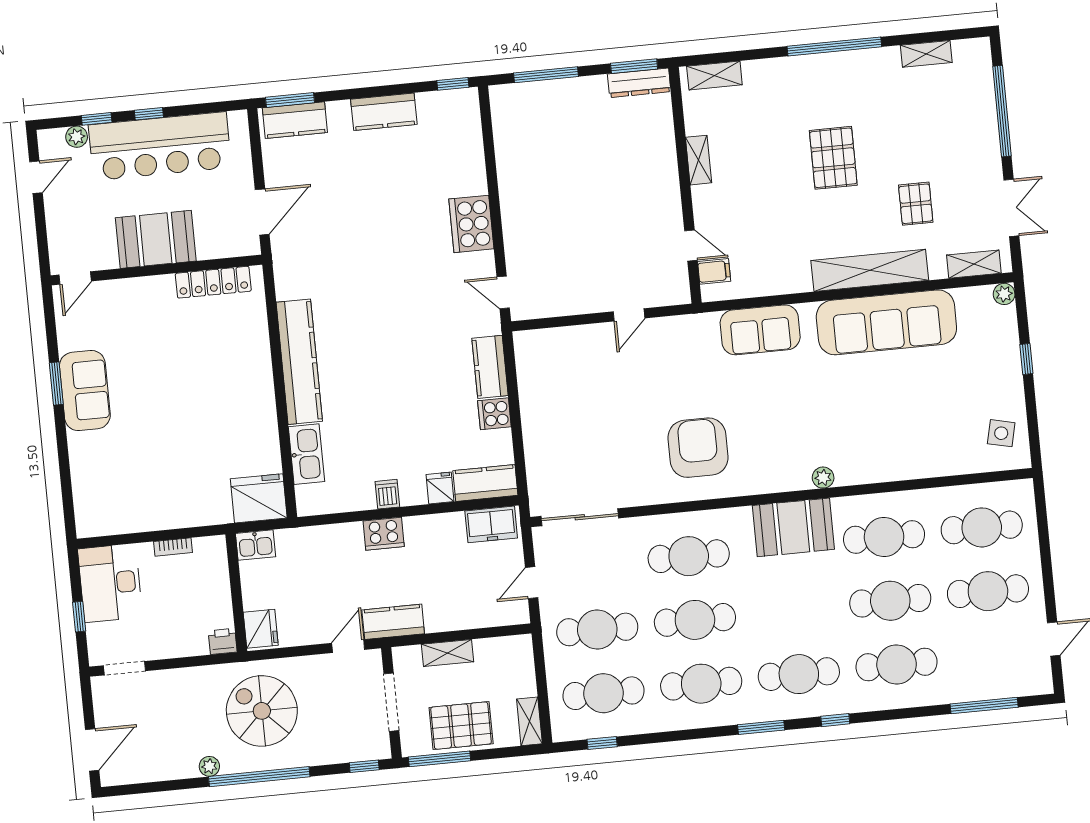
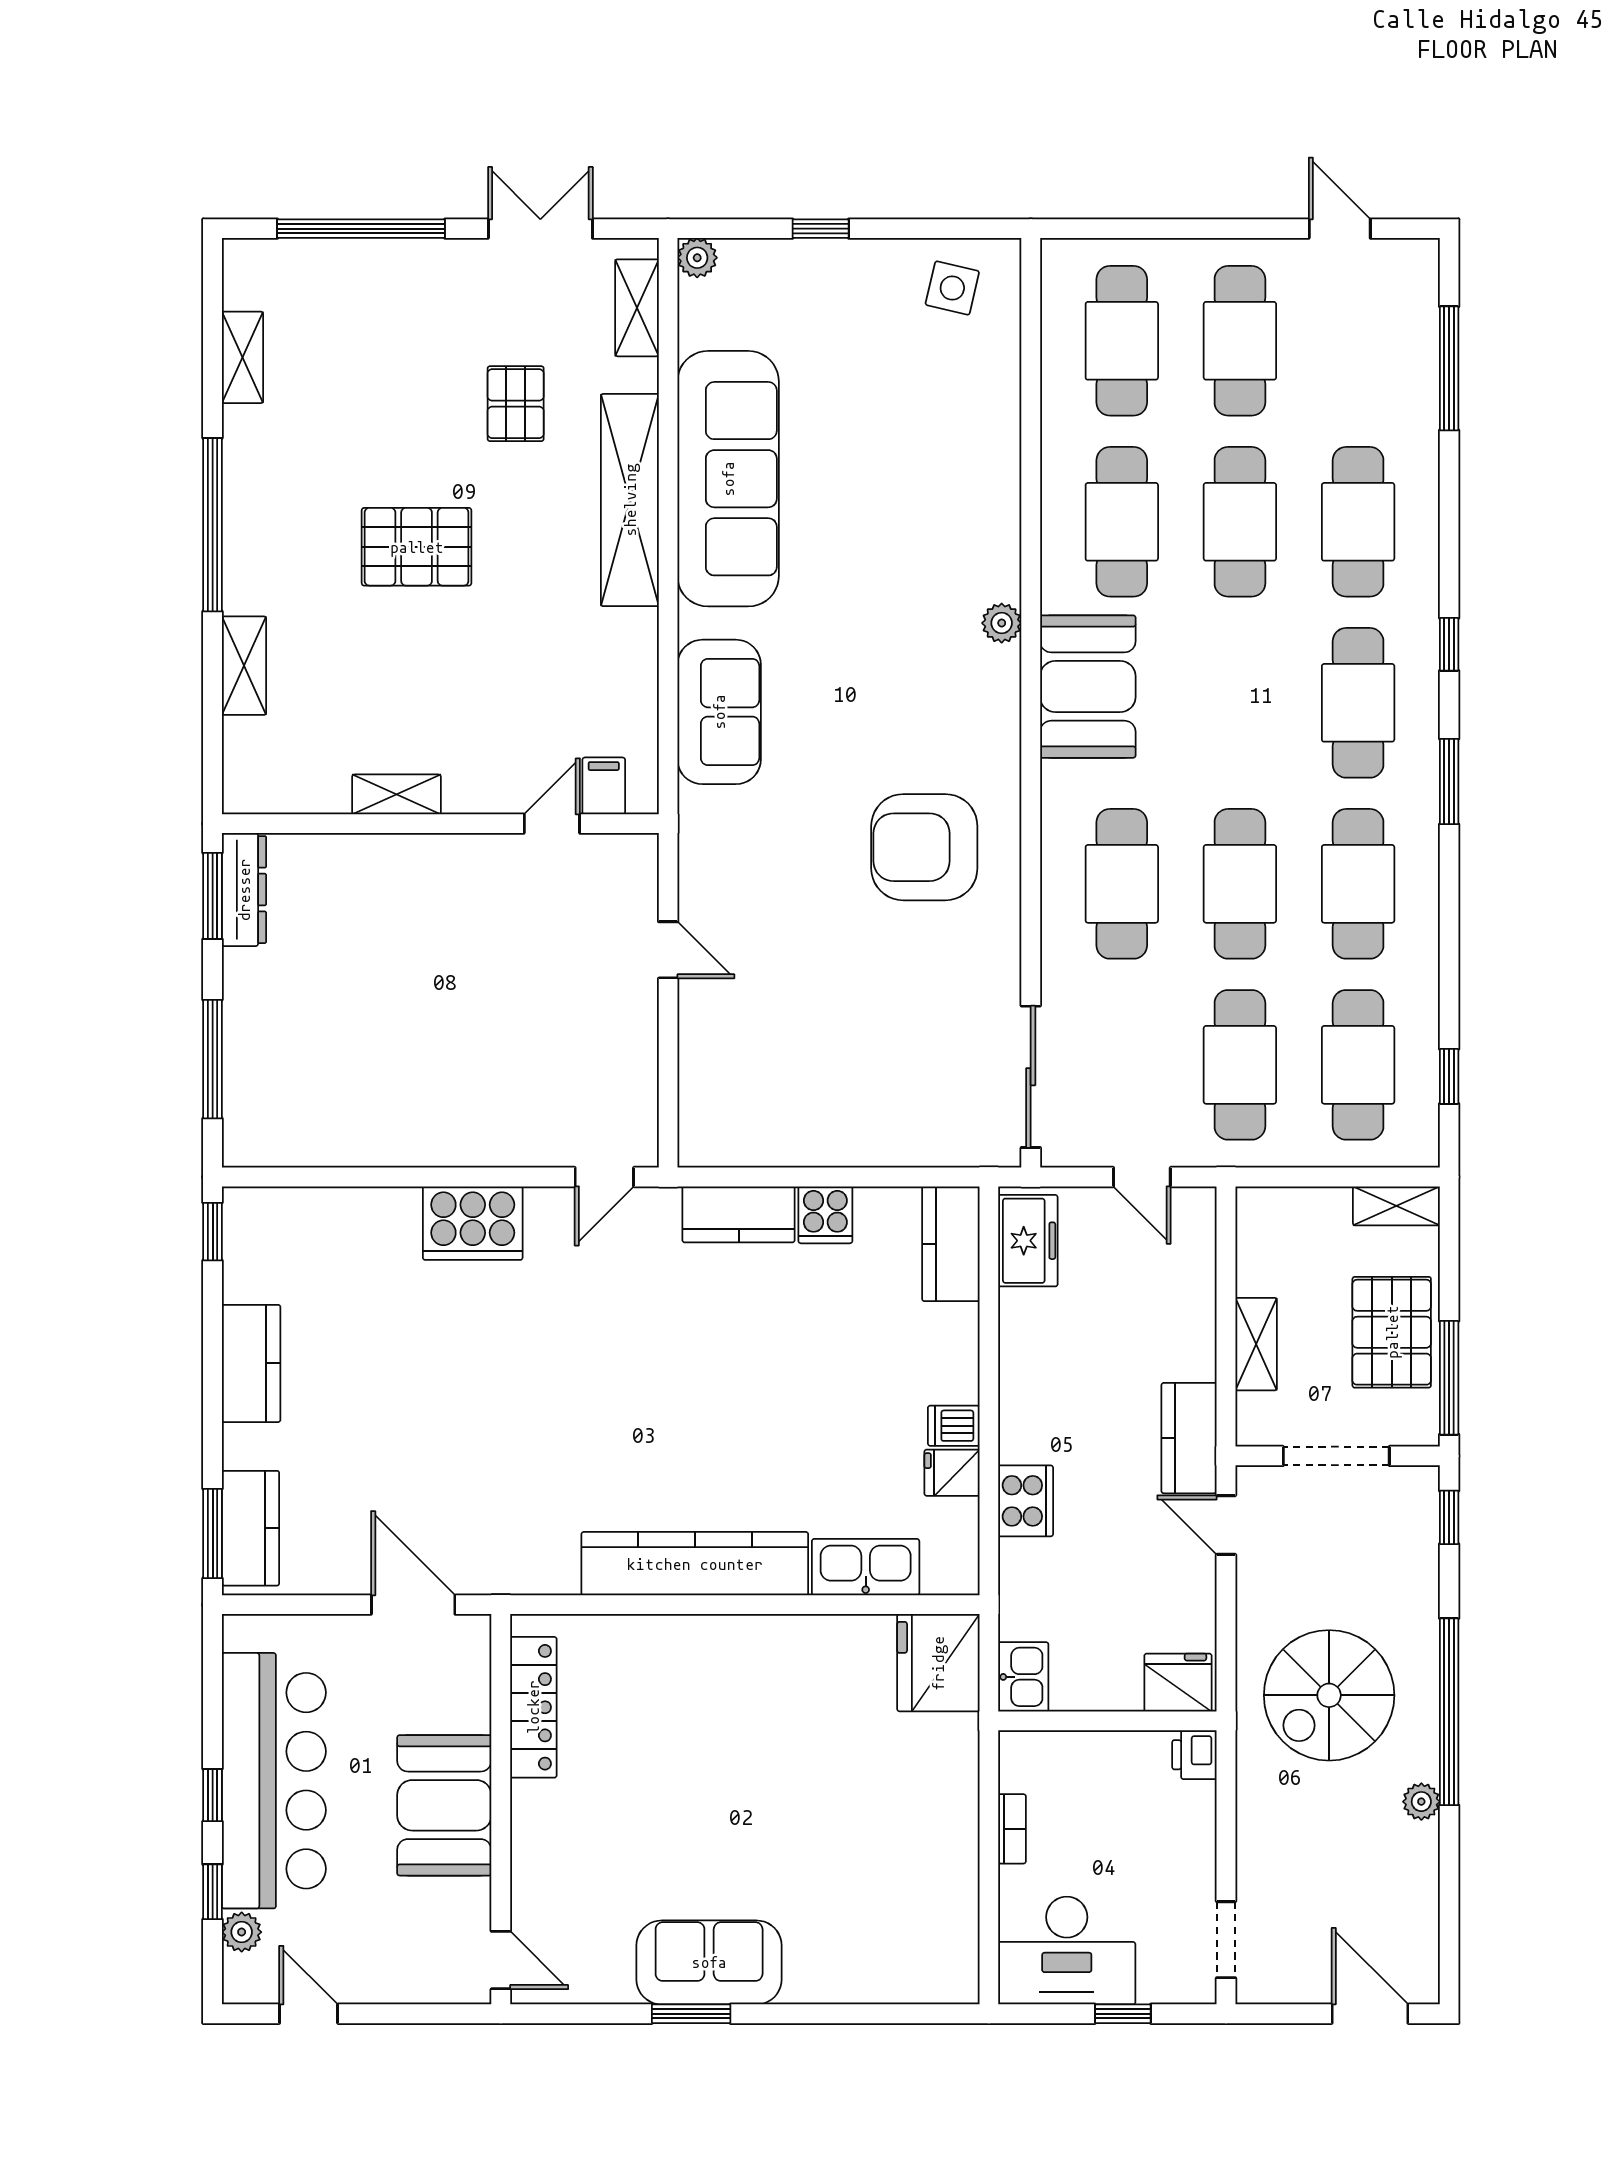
shelving: (714, 75) -> (244, 666), moved
pallet: (916, 204) -> (516, 404), turned 90
fridge: (440, 488) -> (952, 1473), moved
cooker: (384, 534) -> (1026, 1501), moved

